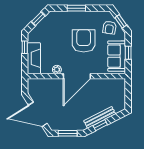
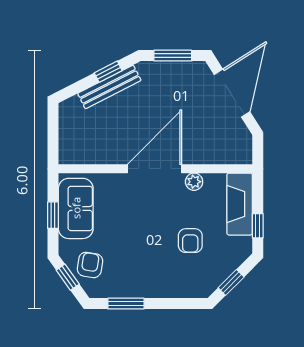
window: (76, 8) -> (126, 304), moved
armchair: (84, 41) -> (190, 241), moved, width x0.53, depth x0.53
door: (38, 114) -> (232, 93), hinge flipped

